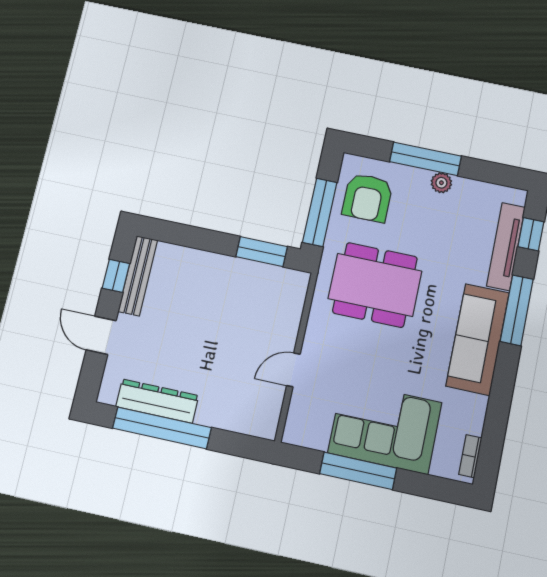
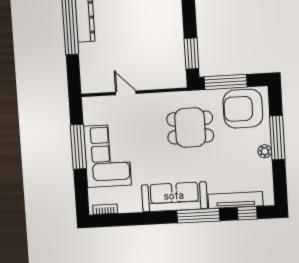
armchair: (367, 198) -> (243, 109), width x1.36, depth x1.36
dining table: (375, 285) -> (190, 128), width x0.73

